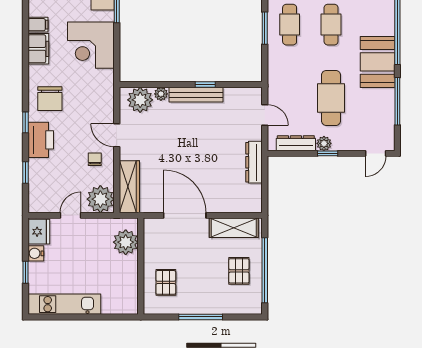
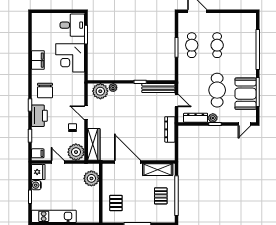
filing cabinet: (38, 25) -> (38, 153), moved
booth: (378, 62) -> (246, 94), moved
bench: (196, 95) -> (158, 88), moved
door: (70, 215) -> (58, 162), hinge flipped

